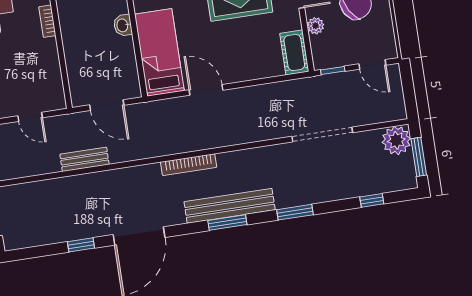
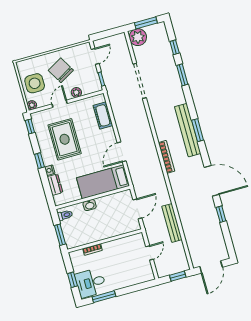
cot: (294, 52) -> (103, 115), moved, turned 90
bench: (84, 159) -> (172, 223), width x1.36
window: (295, 212) -> (182, 75), moved

